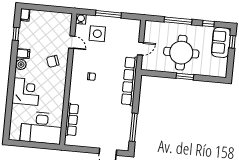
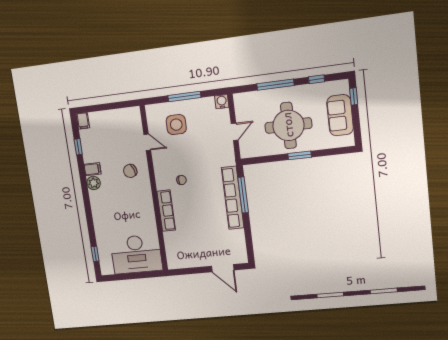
water cooler: (81, 19) -> (222, 102), moved
sofa: (221, 42) -> (340, 115), moved
row of seats: (129, 81) -> (233, 198), moved
corner desk: (26, 92) -> (107, 214), removed
row of seats: (72, 120) -> (166, 211), moved
window: (8, 121) -> (95, 254), added
window: (133, 127) -> (243, 195), moved

